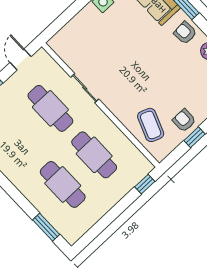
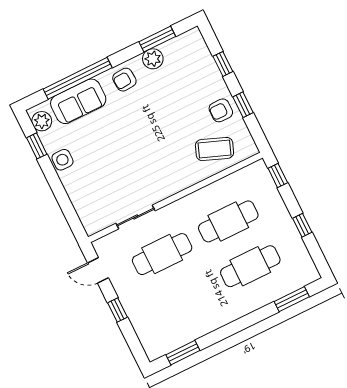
sliding door: (85, 88) -> (136, 217), moved
window: (110, 217) -> (302, 225), added

